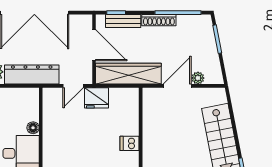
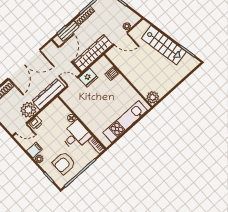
door: (94, 45) -> (65, 54), hinge flipped
door: (73, 86) -> (72, 82), swing flipped
door: (177, 86) -> (121, 38), swing flipped
dishwasher: (130, 143) -> (112, 73), moved

